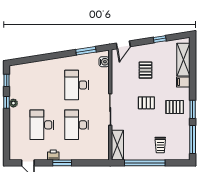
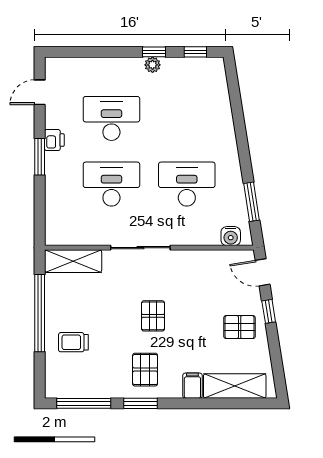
window: (160, 39) -> (269, 311), moved
pallet: (146, 70) -> (240, 327), moved

